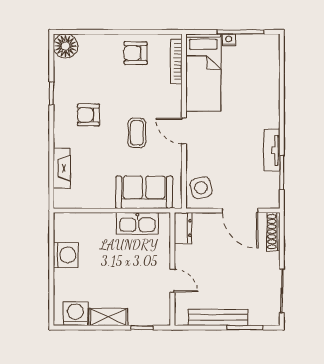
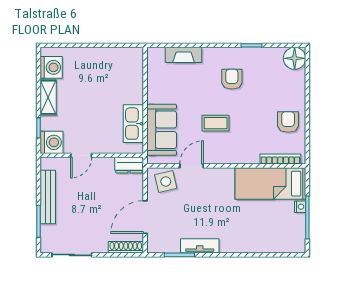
door: (184, 131) -> (192, 166), moved
washing machine: (66, 255) -> (52, 142), moved, turned -90

